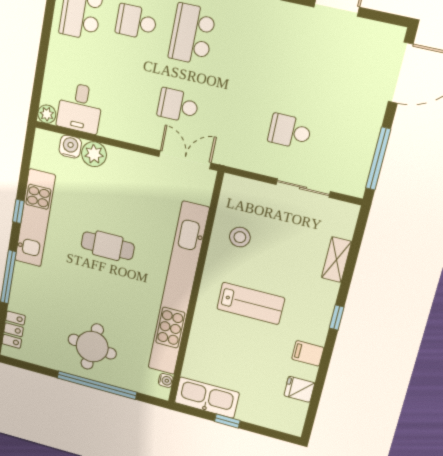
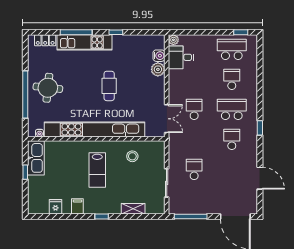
school desk: (249, 47) -> (232, 139), added
kitchen unit: (35, 218) -> (85, 42), moved

